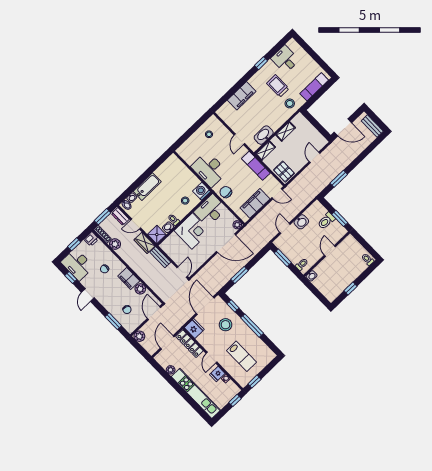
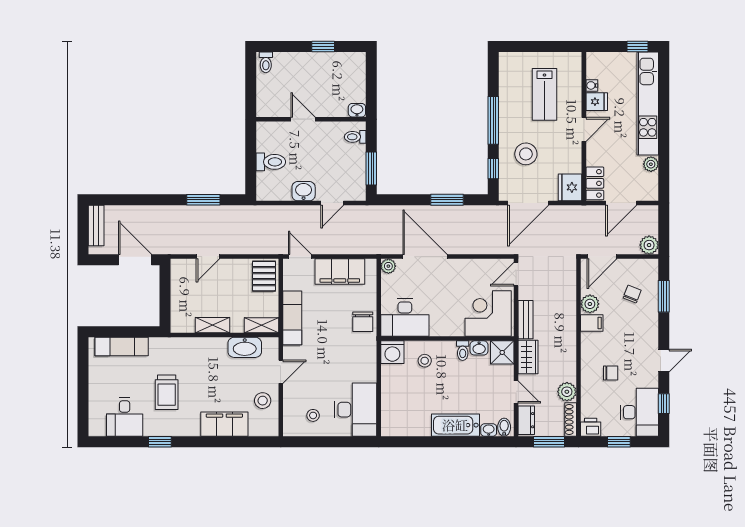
stool: (290, 103) -> (263, 401), moved
desk: (209, 169) -> (356, 410), moved
window: (340, 218) -> (251, 148), removed
corner desk: (192, 231) -> (488, 314), moved
door: (330, 251) -> (303, 119), swing flipped
filing cabinet: (129, 279) -> (592, 323), width x0.50
locker: (189, 344) -> (595, 183), width x0.66
lab bench: (241, 356) -> (544, 94), turned 180
window: (254, 382) -> (559, 46), removed
window: (235, 400) -> (637, 46), moved

